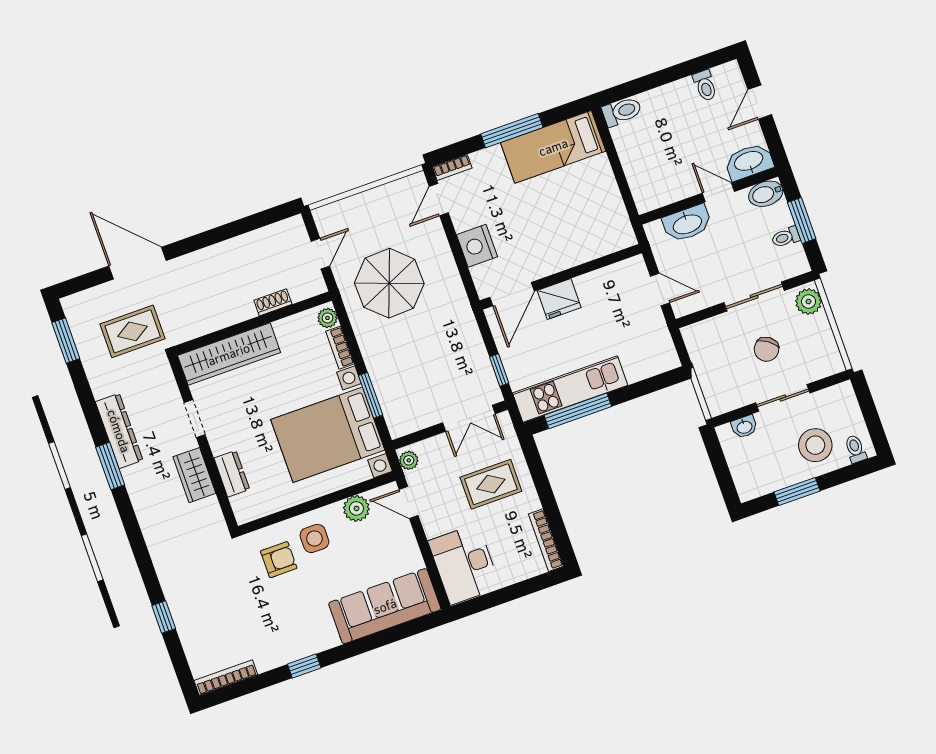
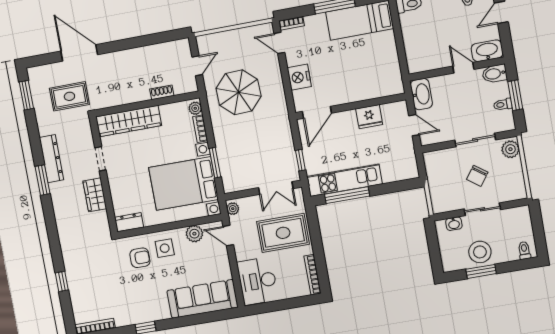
door: (439, 200) -> (279, 43), hinge flipped
washbasin: (687, 223) -> (421, 94), moved, turned -90
fridge: (559, 299) -> (369, 117), moved
stool: (815, 445) -> (480, 252), moved
dresser: (232, 474) -> (129, 222), moved, turned -90
rug: (491, 484) -> (283, 233), width x1.36, depth x1.43

